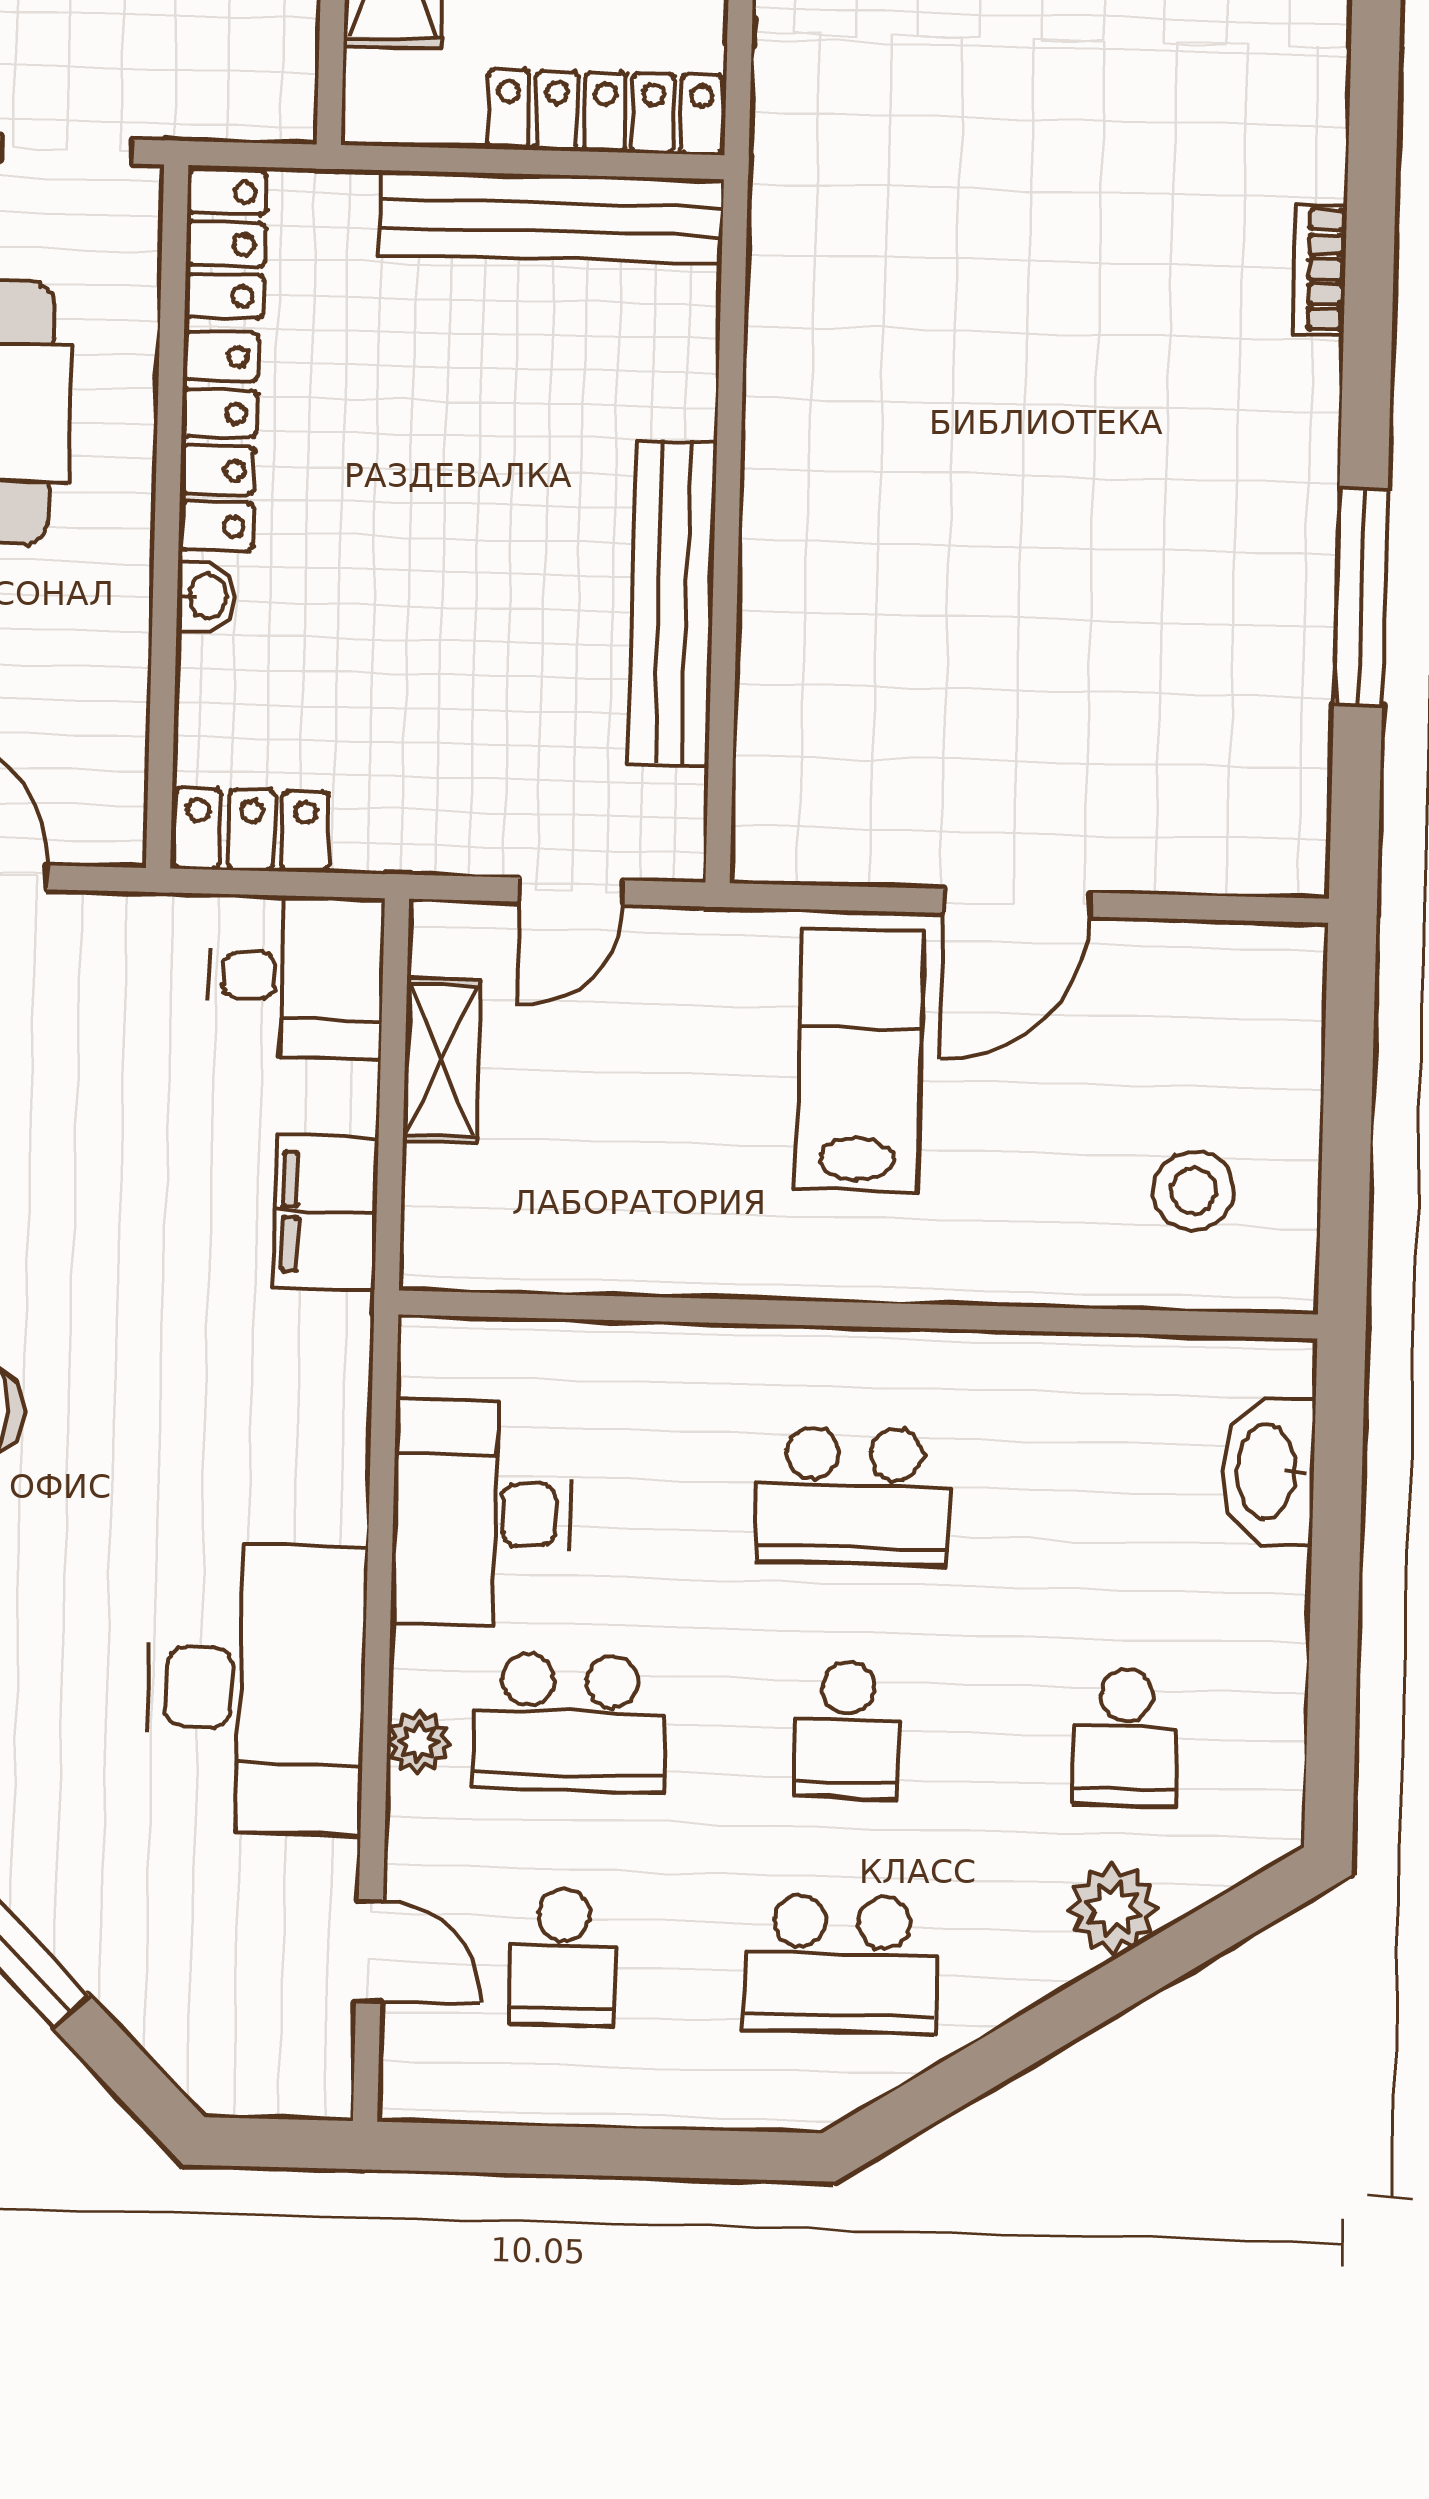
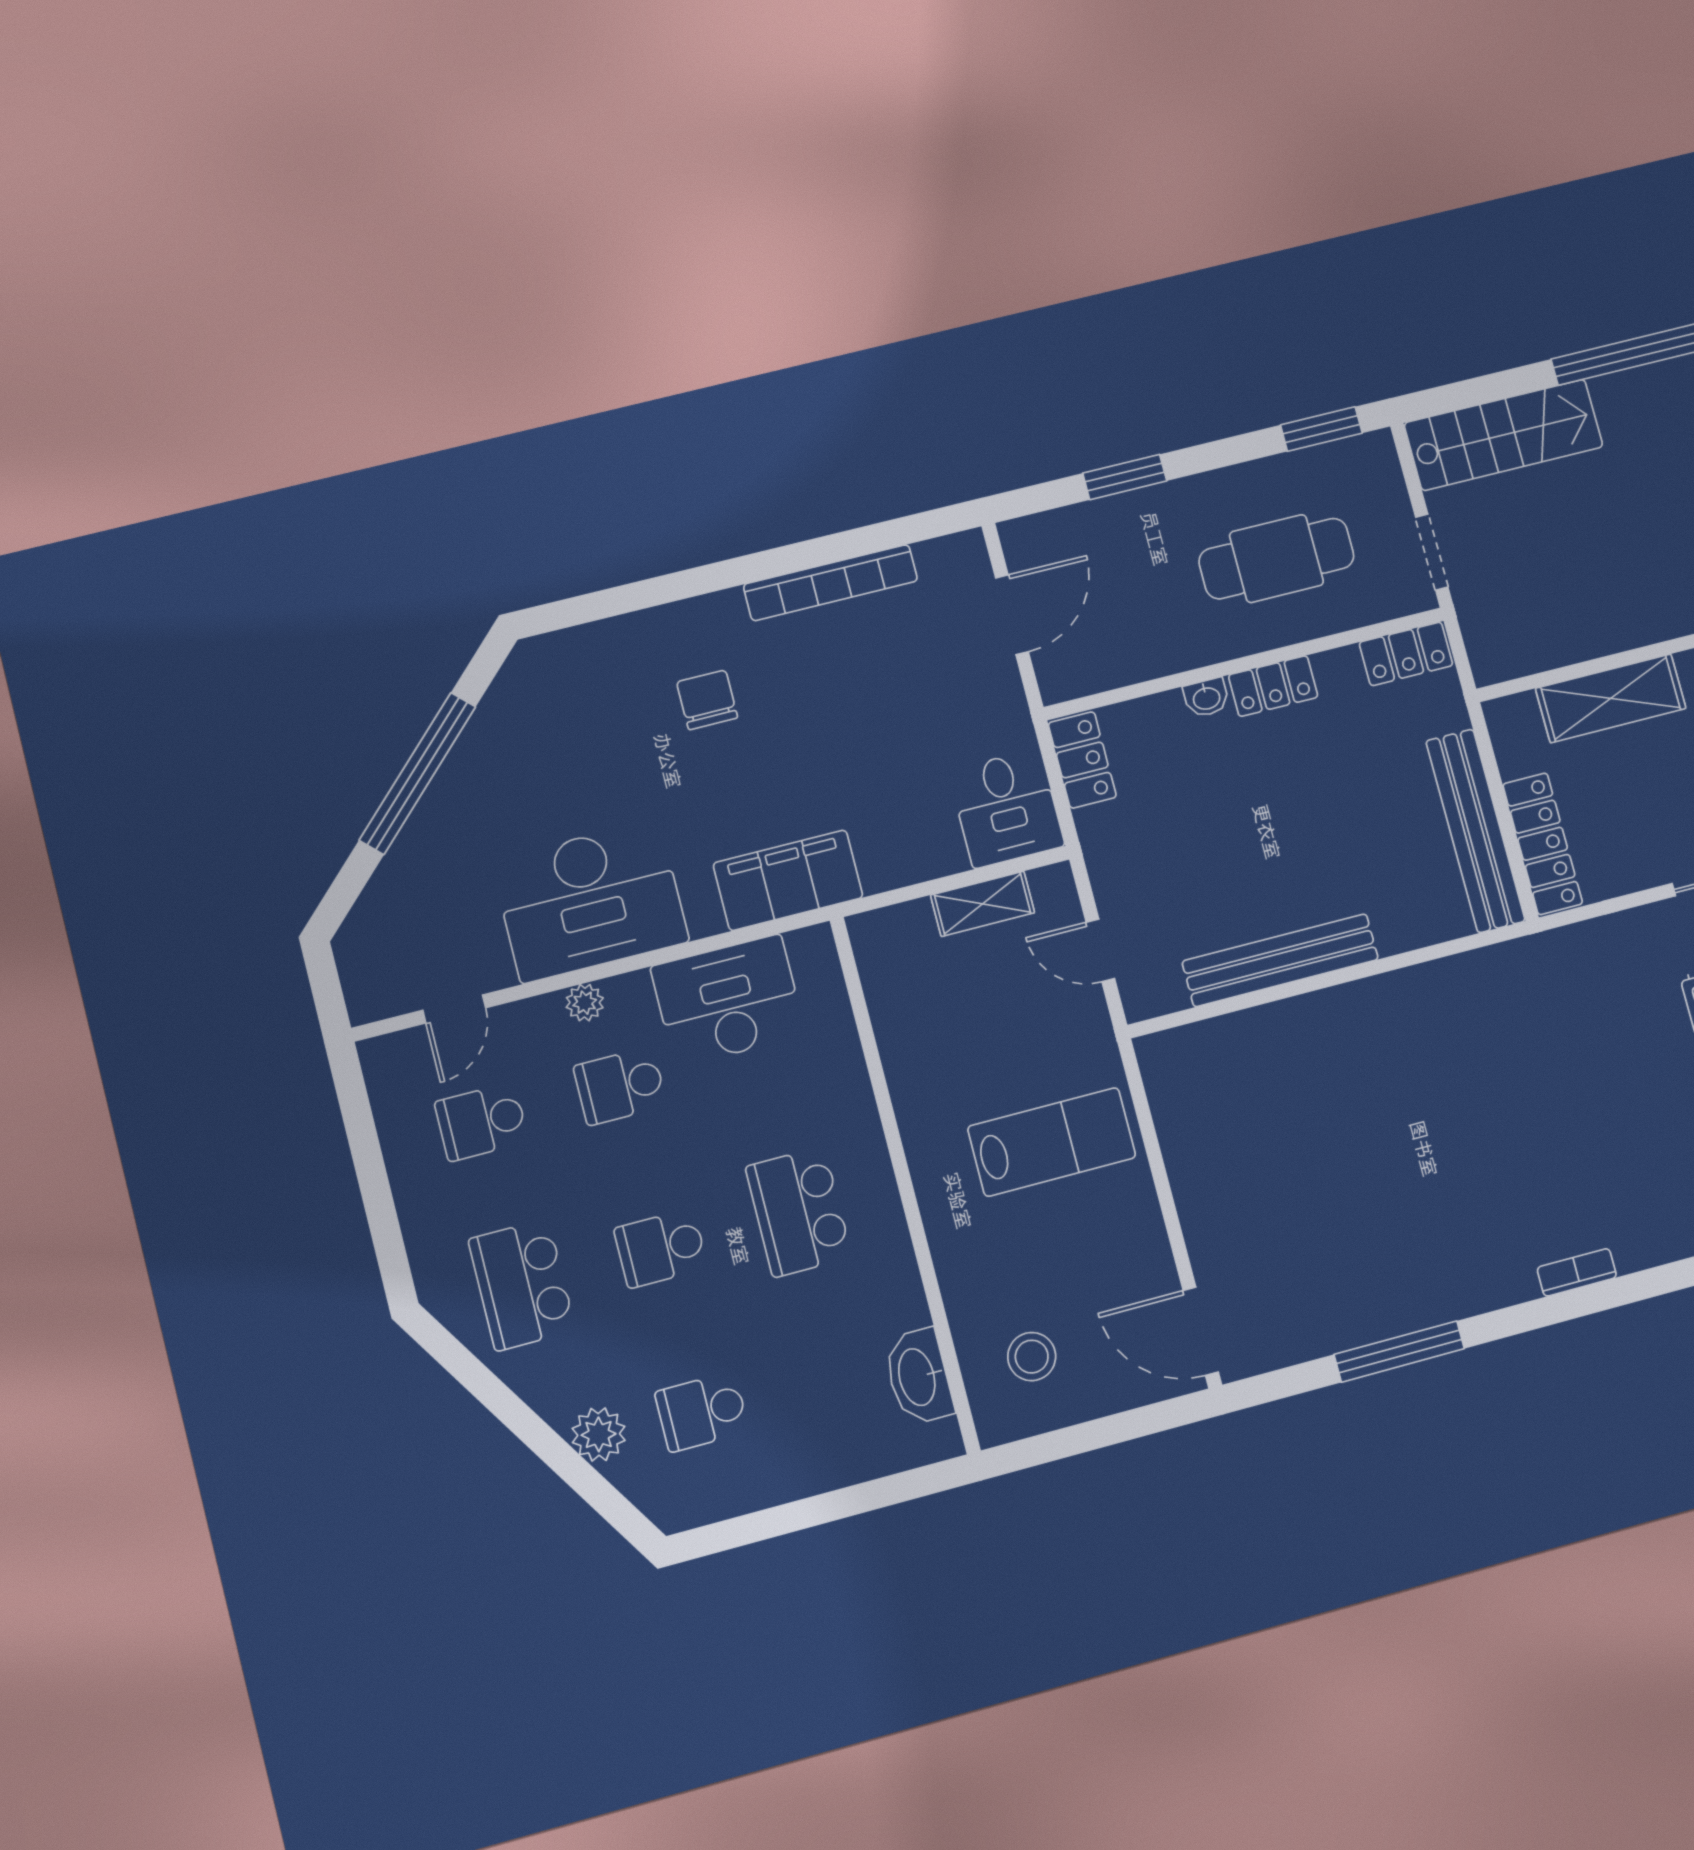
locker: (219, 442) -> (1273, 686), width x0.66
door: (1017, 903) -> (1201, 1331), moved
filing cabinet: (326, 1212) -> (788, 880), moved, width x1.50, depth x1.17
washbasin: (1268, 1471) -> (918, 1377), moved, turned -90
school desk: (569, 1723) -> (620, 1086), width x0.54

